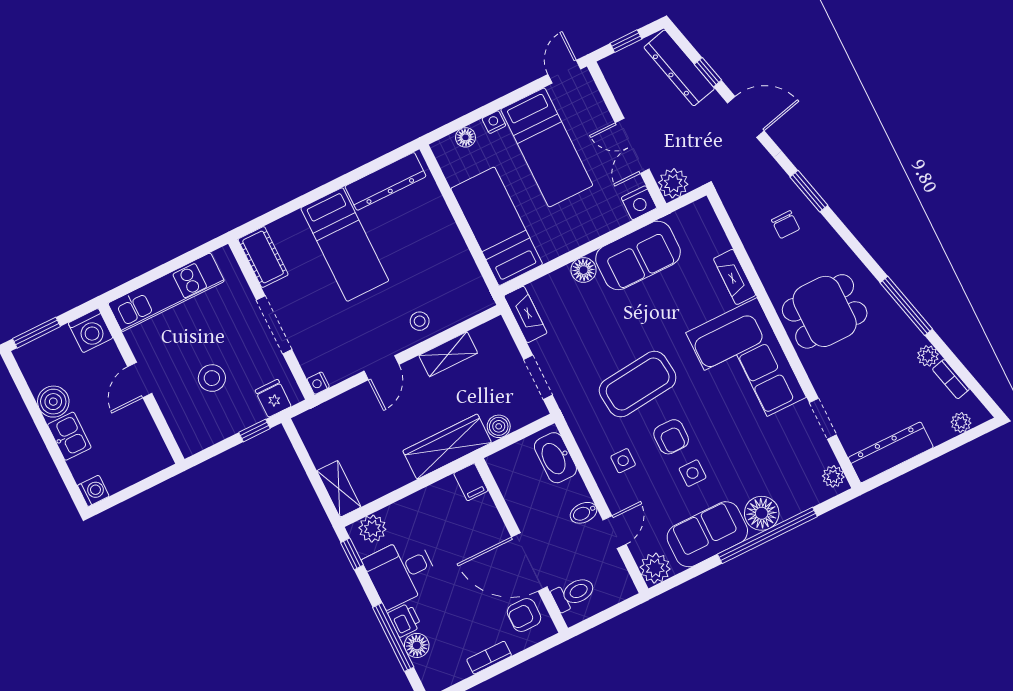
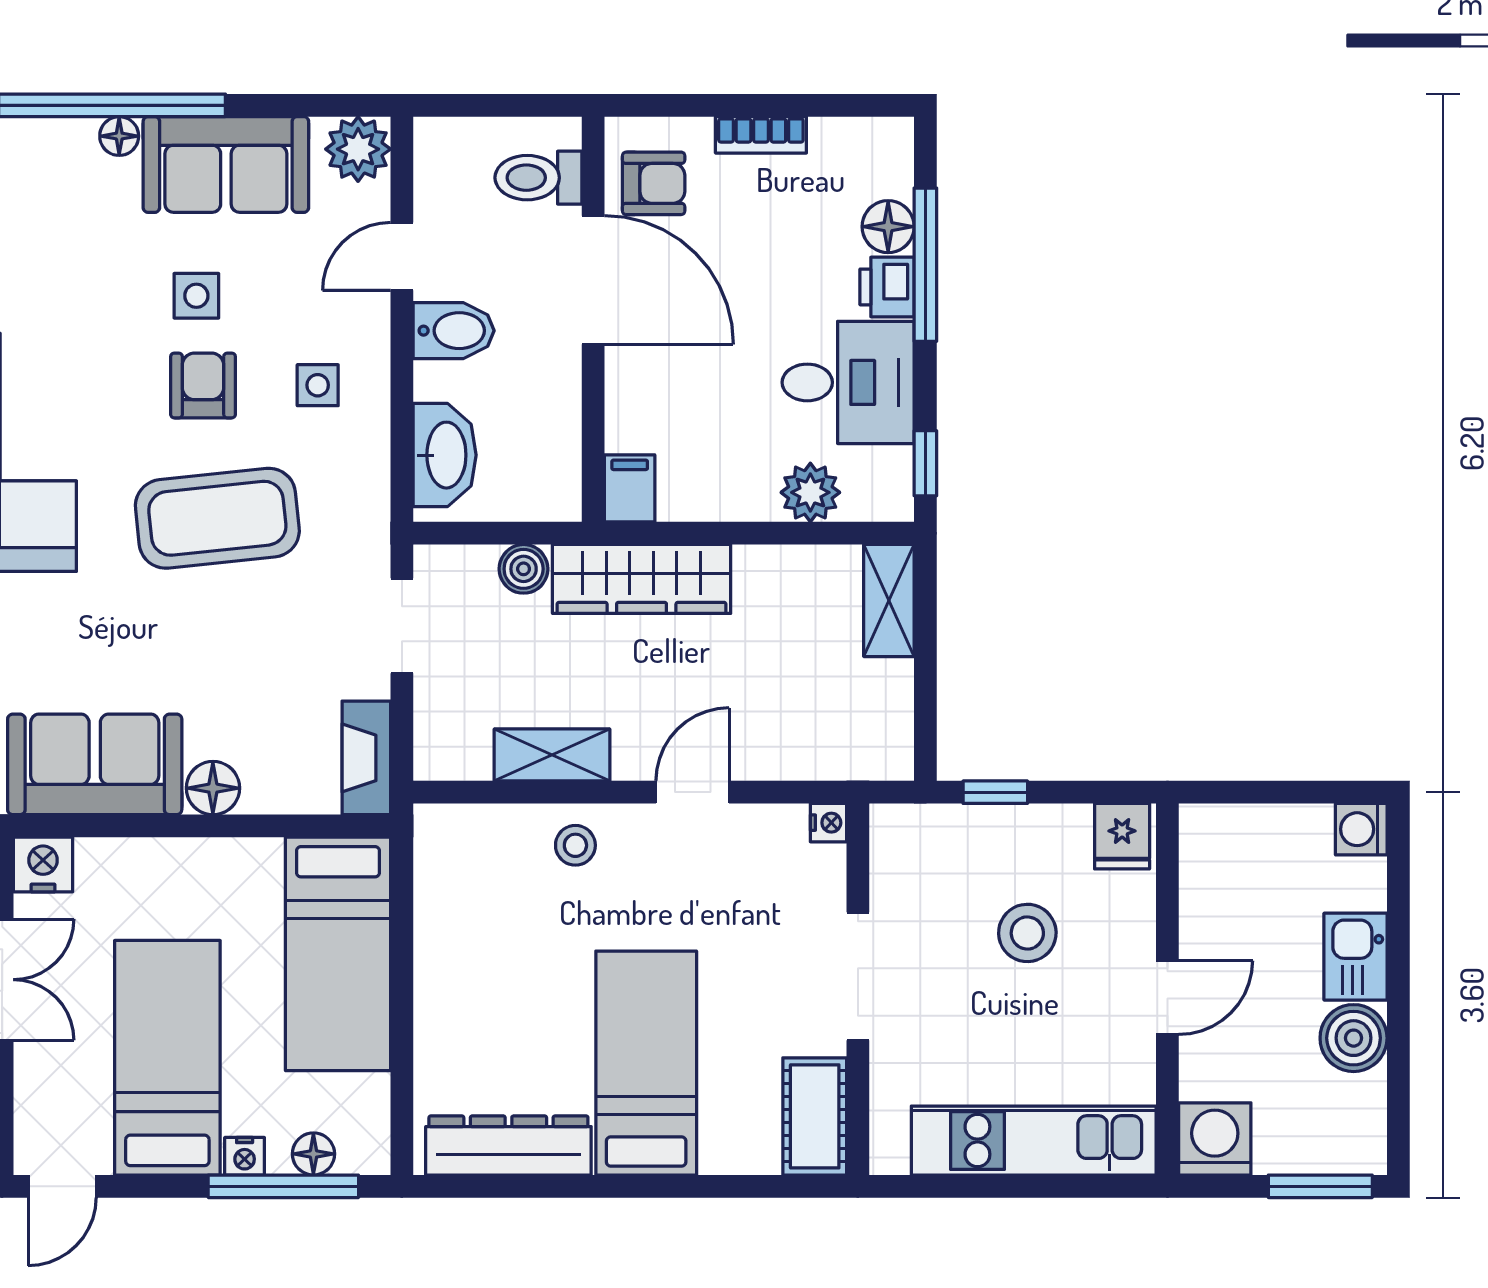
window: (471, 118) -> (283, 1186), added
fridge: (273, 398) -> (1122, 836), moved
bidet: (584, 513) -> (454, 331), width x1.38, depth x1.36
floor lamp: (762, 513) -> (119, 136), width x0.53, depth x0.53
plant: (372, 529) -> (810, 492), moved

